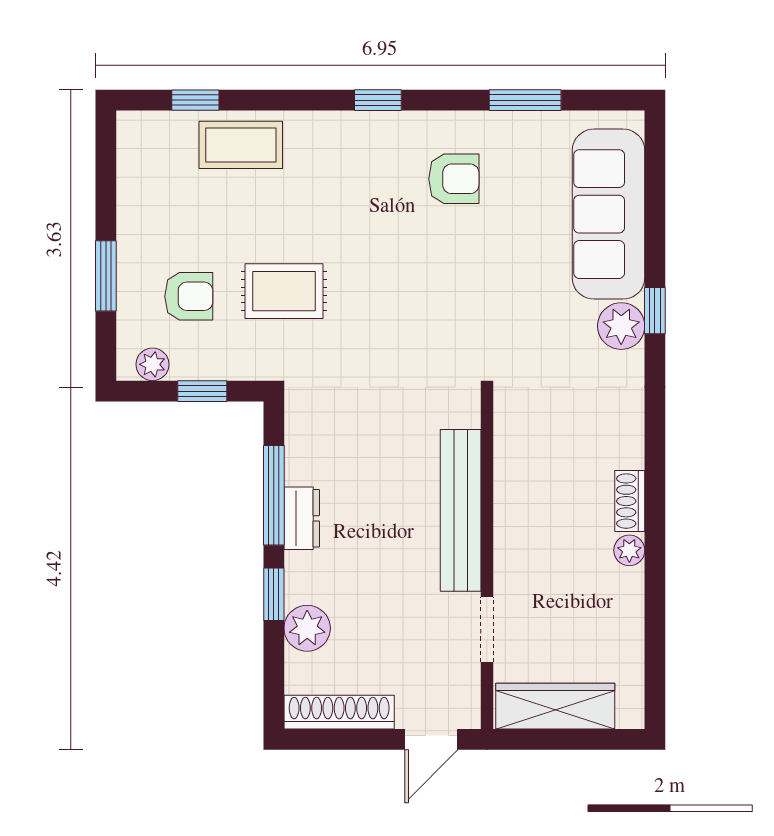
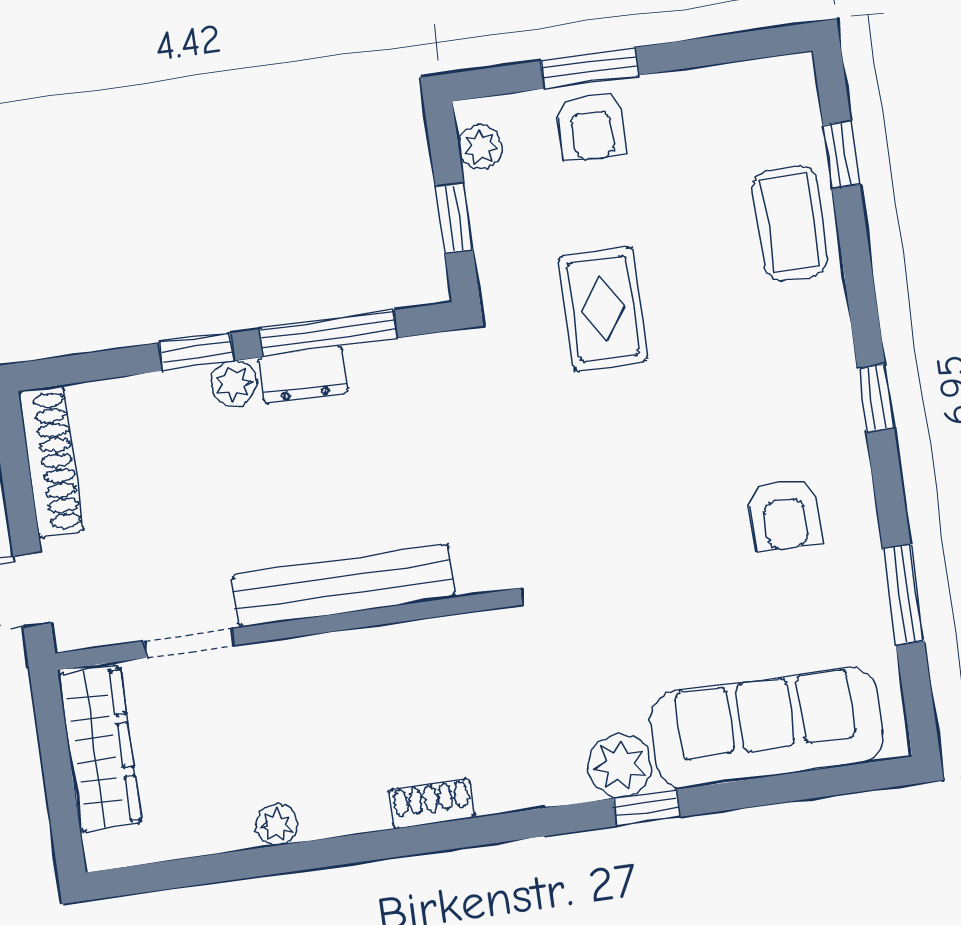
armchair: (189, 296) -> (591, 126), moved
shoe rack: (630, 501) -> (431, 804), moved
plant: (629, 550) -> (277, 825), moved
plant: (307, 628) -> (234, 383), moved, width x0.73, depth x0.73

